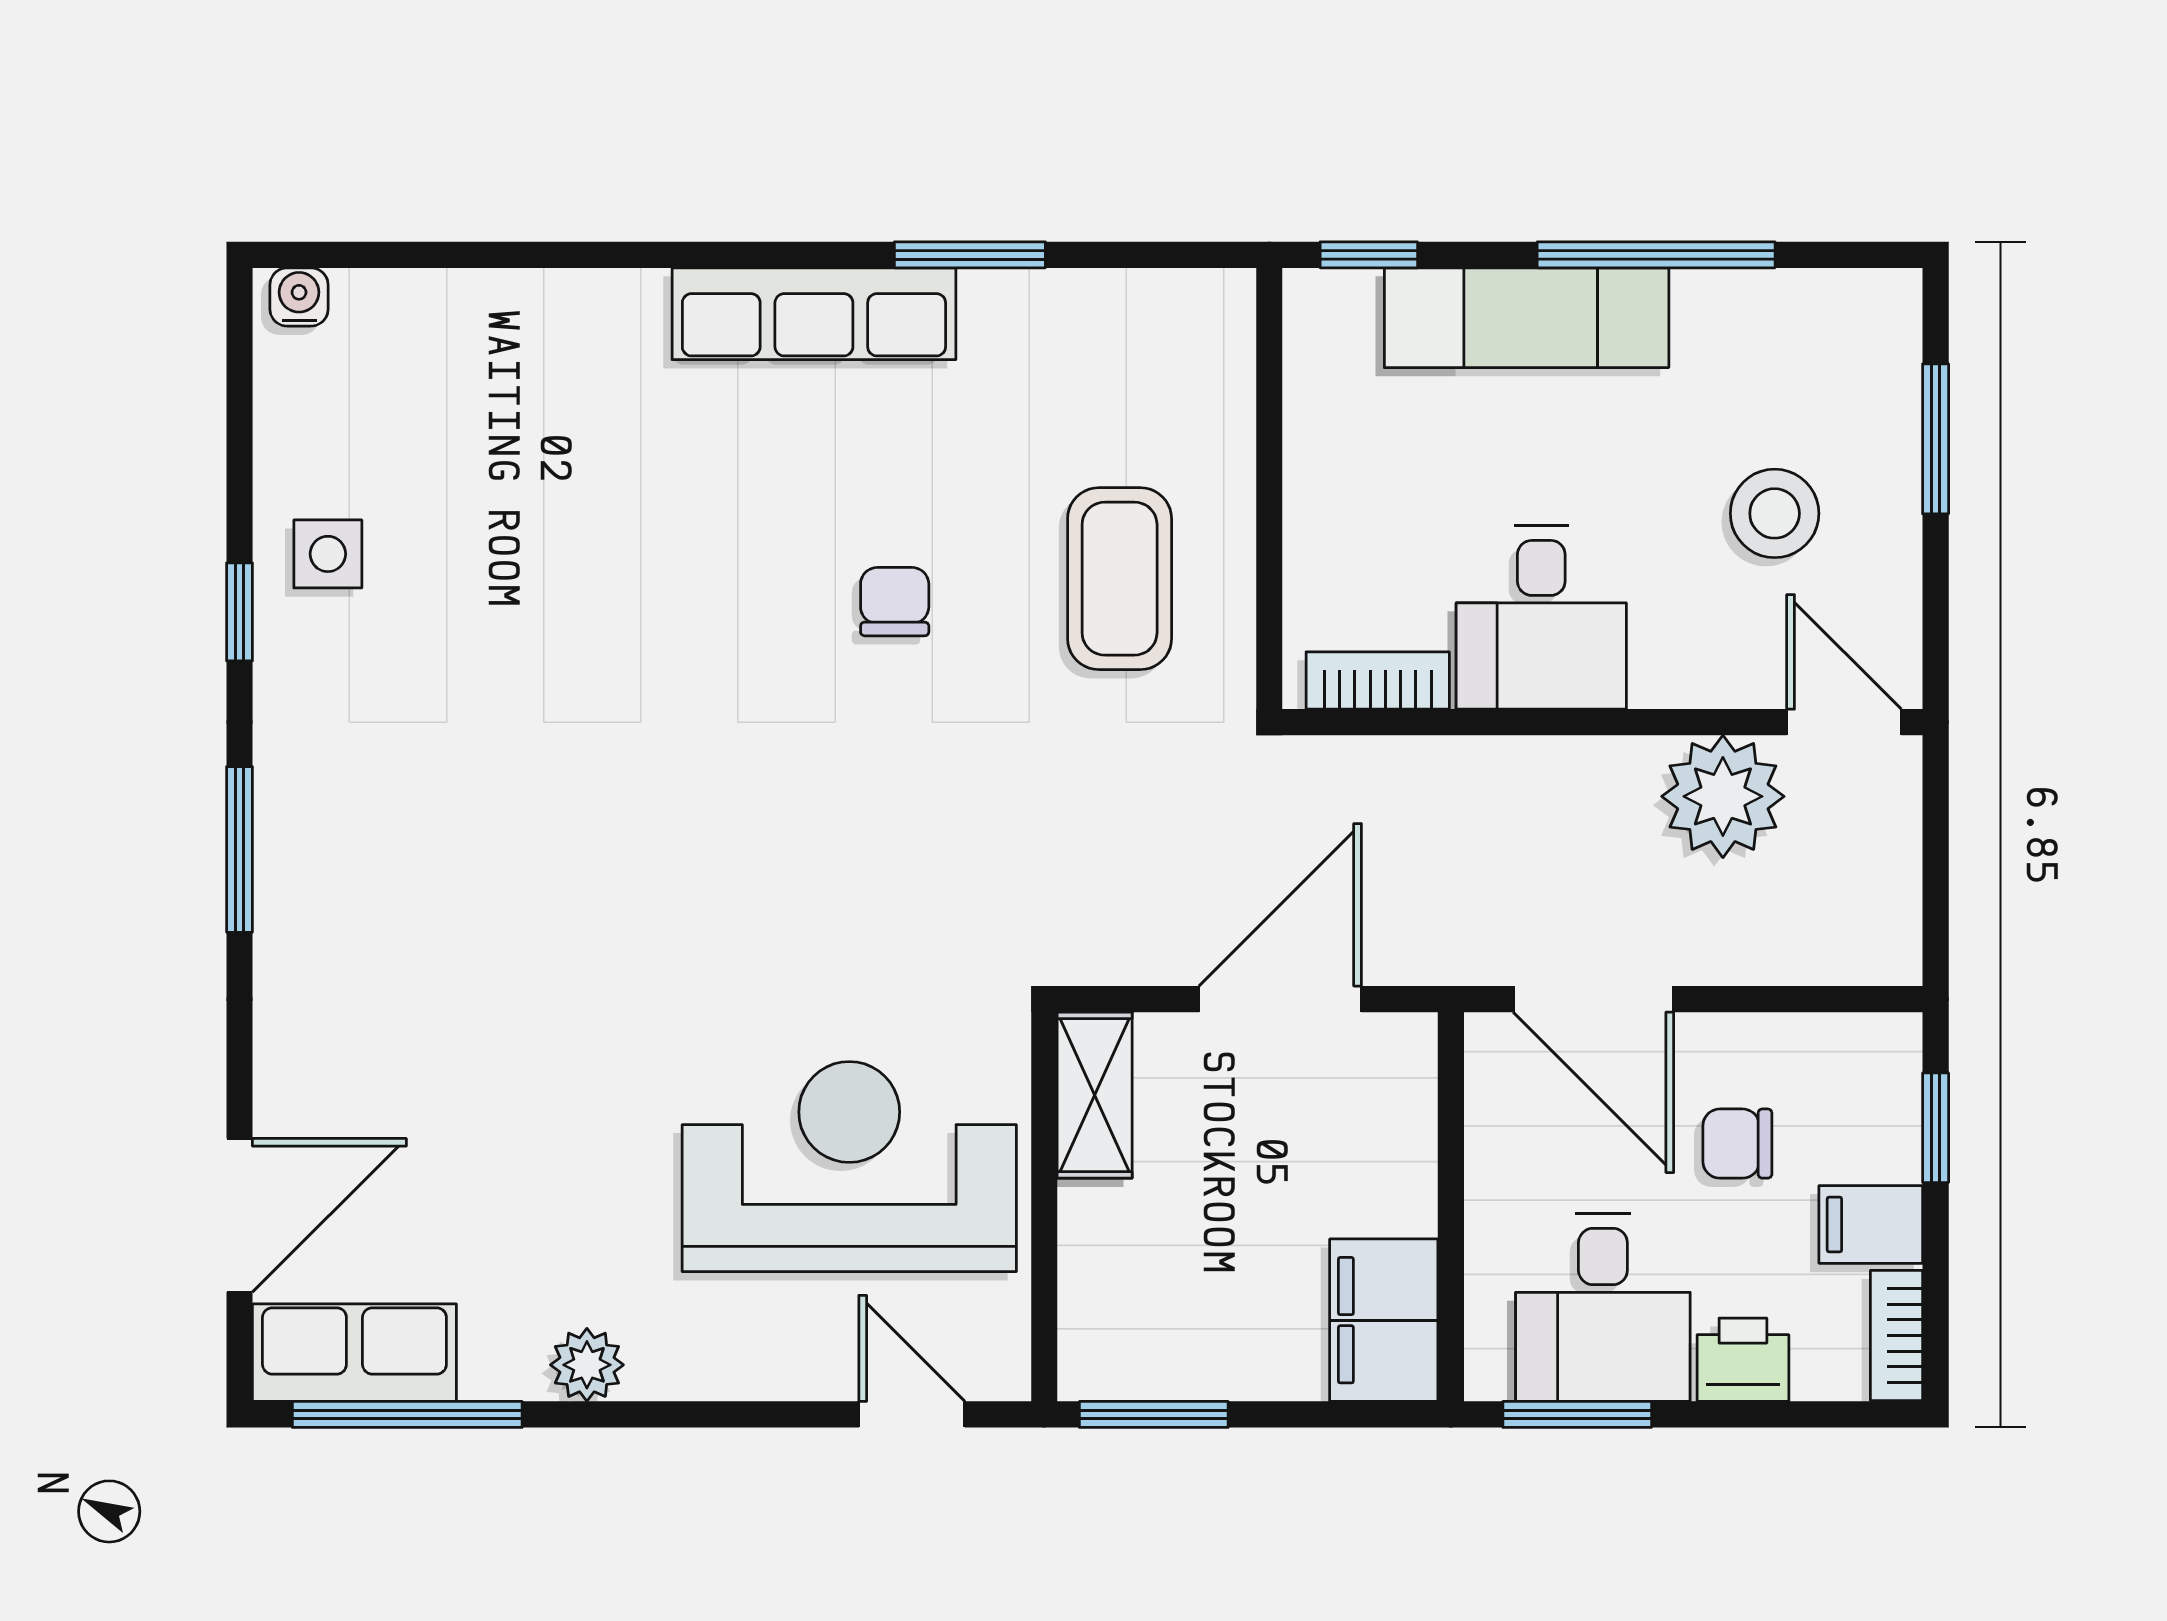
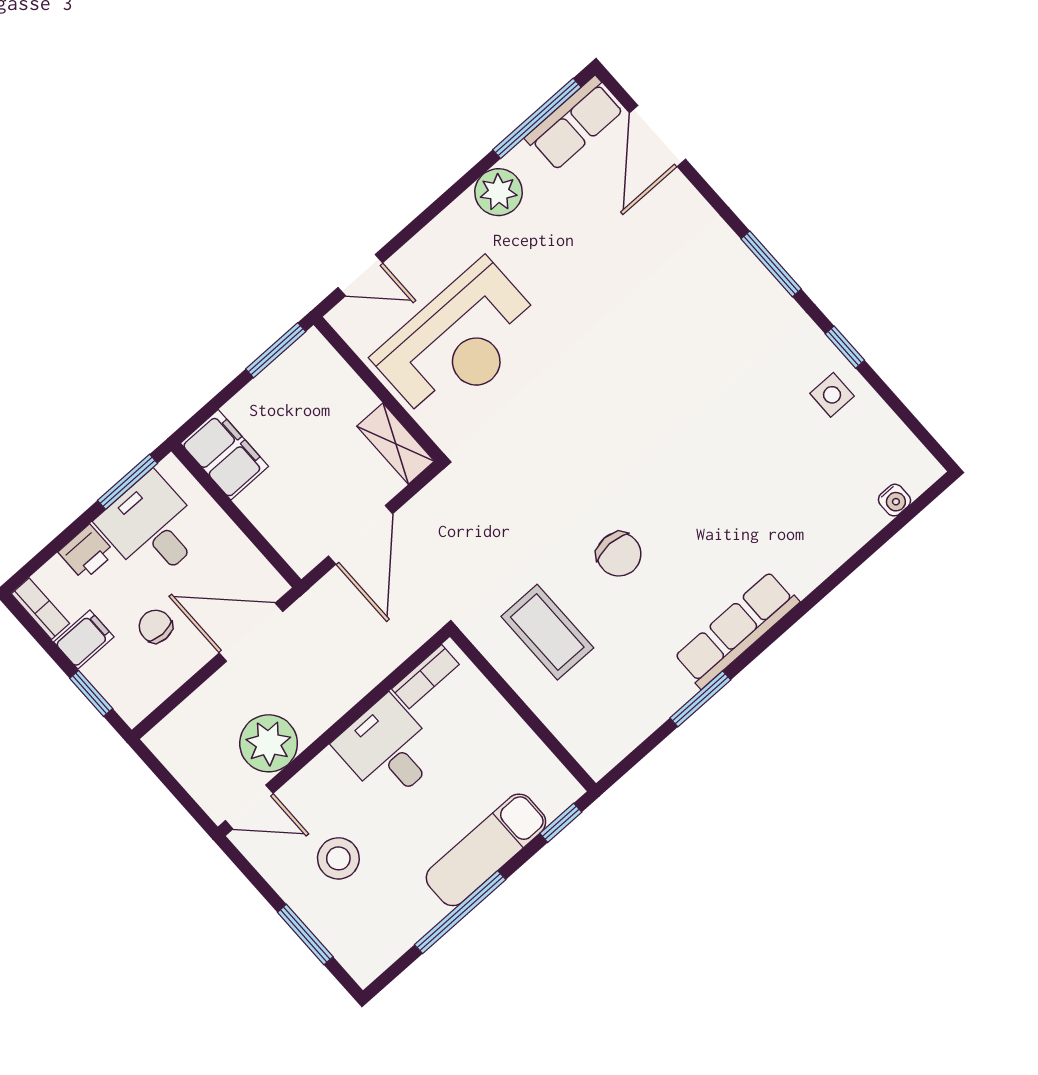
water cooler: (299, 297) -> (895, 500), moved
chair: (895, 602) -> (619, 554), width x1.37, depth x1.37
chair: (1737, 1144) -> (156, 626), turned -90
plant: (587, 1365) -> (499, 192), width x1.38, depth x1.38

